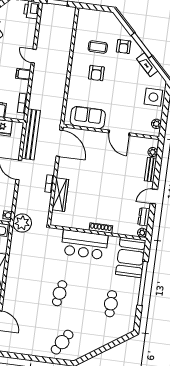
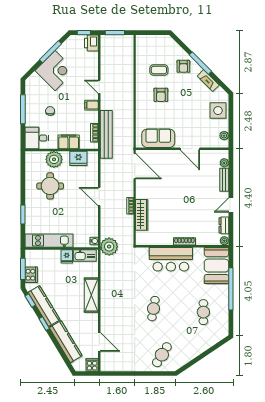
bench: (31, 134) -> (106, 134), moved

